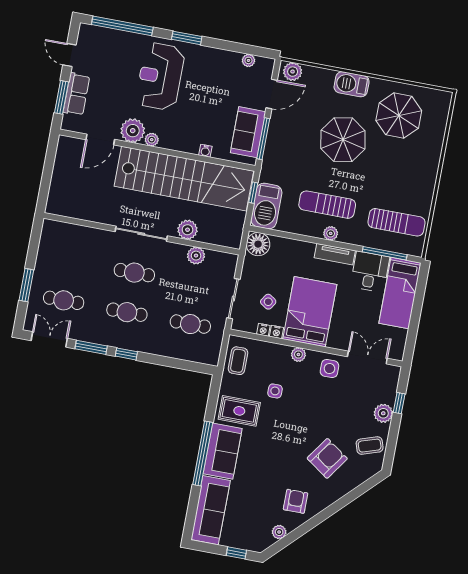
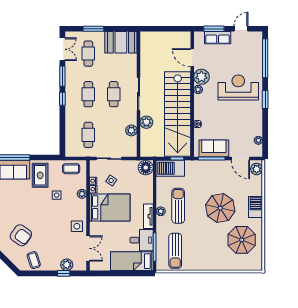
booth: (55, 246) -> (121, 42), added
plant: (298, 354) -> (82, 194), moved
plant: (383, 413) -> (67, 265), moved

